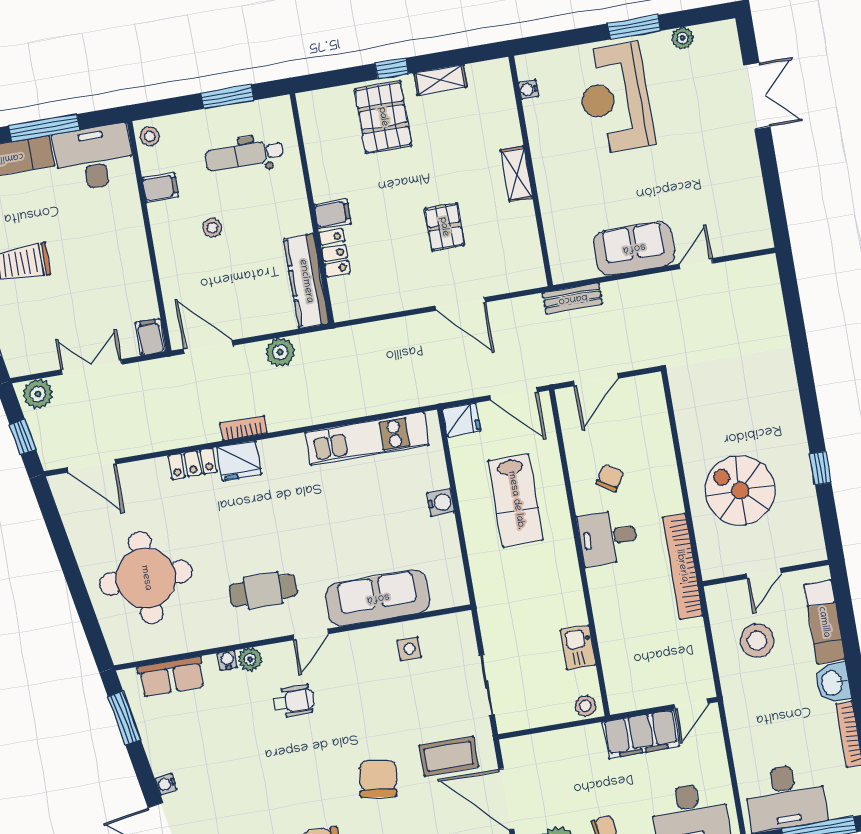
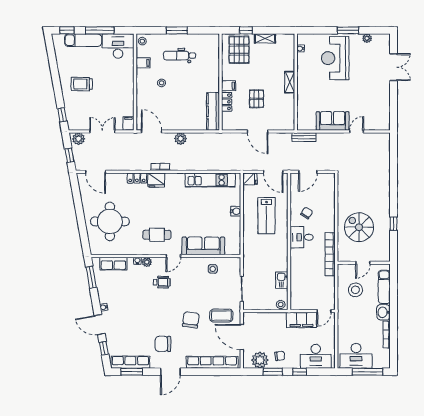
wall: (312, 208) -> (220, 82), moved
filing cabinet: (333, 214) -> (229, 86), moved
locker: (335, 253) -> (227, 102), moved
kitchen counter: (306, 281) -> (213, 111), moved

